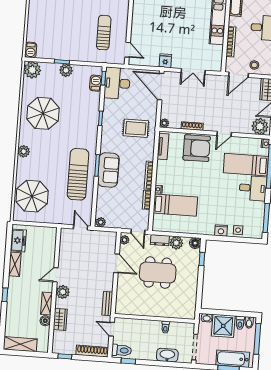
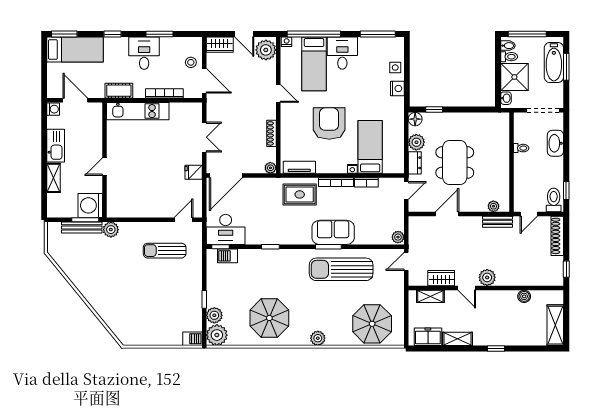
plant: (66, 70) -> (214, 315), moved
rug: (136, 128) -> (300, 194), moved, turned 90
armchair: (197, 148) -> (329, 123), moved
plant: (125, 240) -> (493, 206), moved
shelving: (47, 304) -> (430, 296), moved
wardrobe: (60, 319) -> (441, 278), moved

